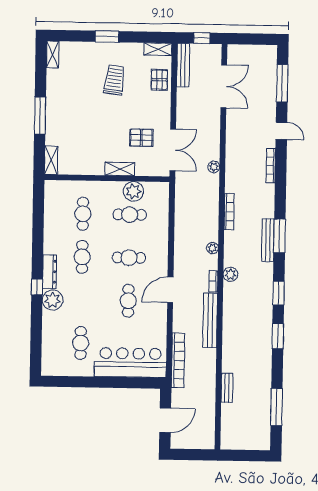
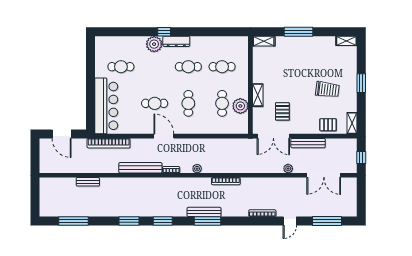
bench: (183, 65) -> (308, 143), moved
plant: (214, 167) -> (288, 169), moved
plant: (230, 274) -> (177, 183), removed

